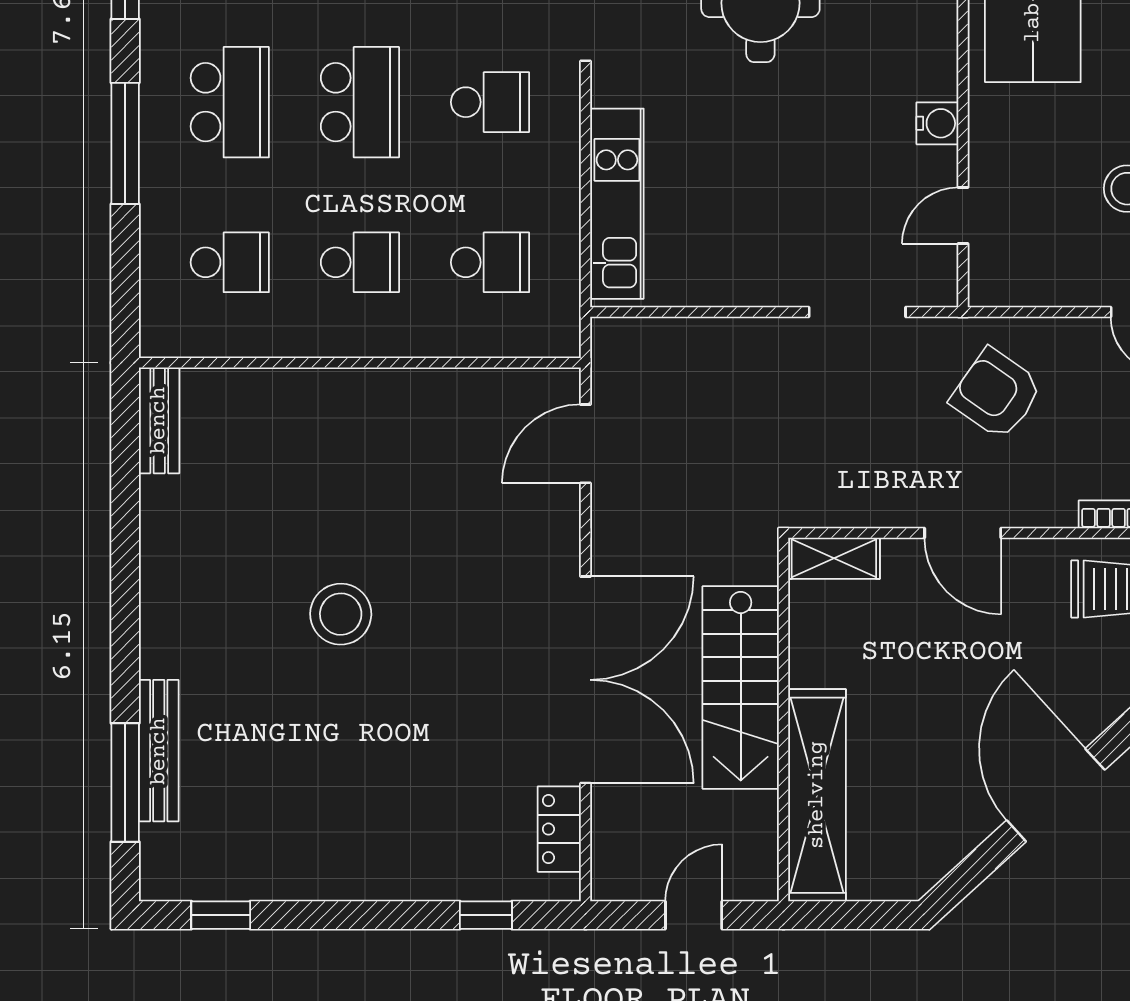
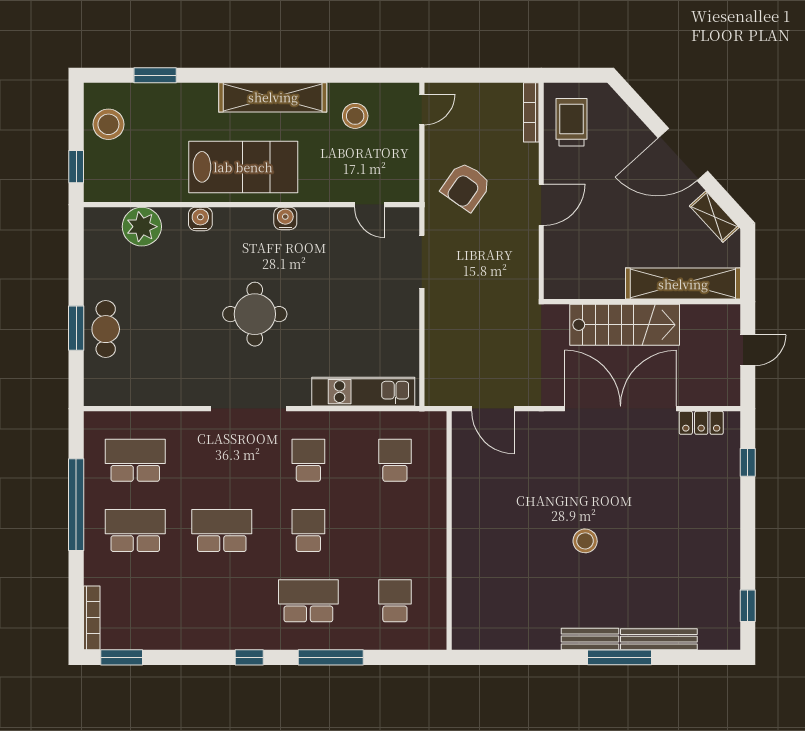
school desk: (360, 102) -> (308, 531), width x0.54
water cooler: (937, 123) -> (285, 218), moved
school desk: (360, 262) -> (395, 531), removed
bench: (159, 420) -> (590, 639), moved
shelving: (834, 558) -> (714, 217), moved, turned -42
stool: (341, 614) -> (585, 541), width x0.73, depth x0.73
window: (125, 782) -> (620, 657), moved
door: (694, 915) -> (748, 350), swing flipped

